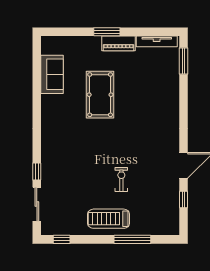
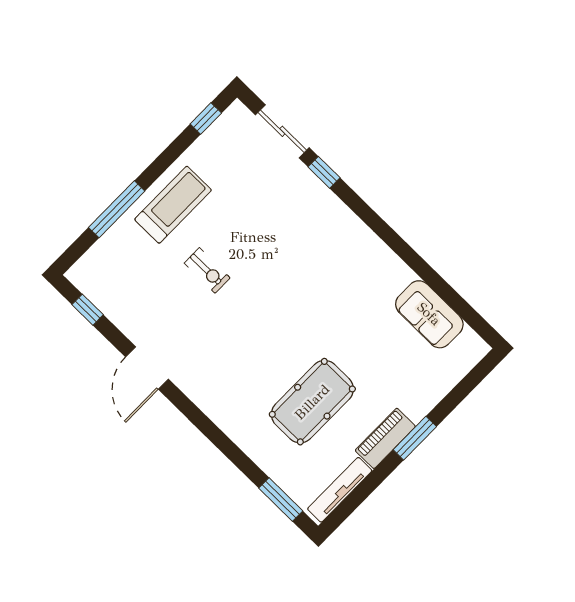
pool table: (100, 95) -> (312, 402), moved, turned 90
window: (184, 199) -> (88, 310), moved

